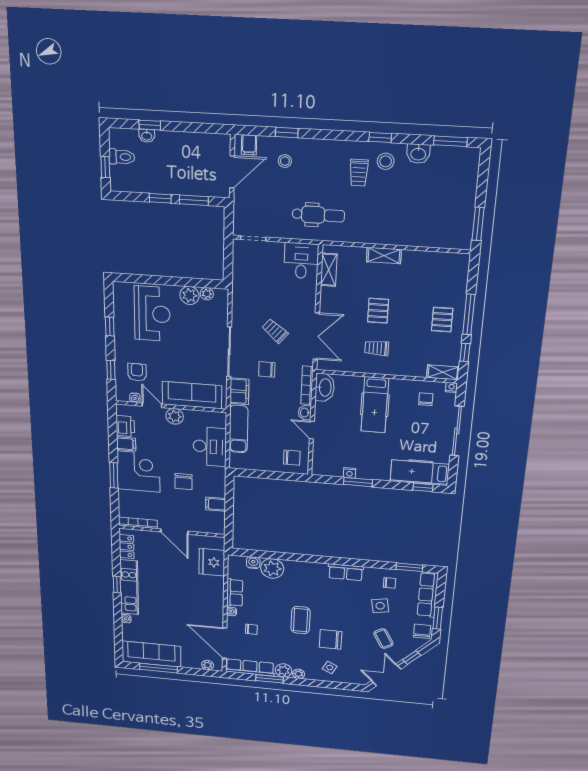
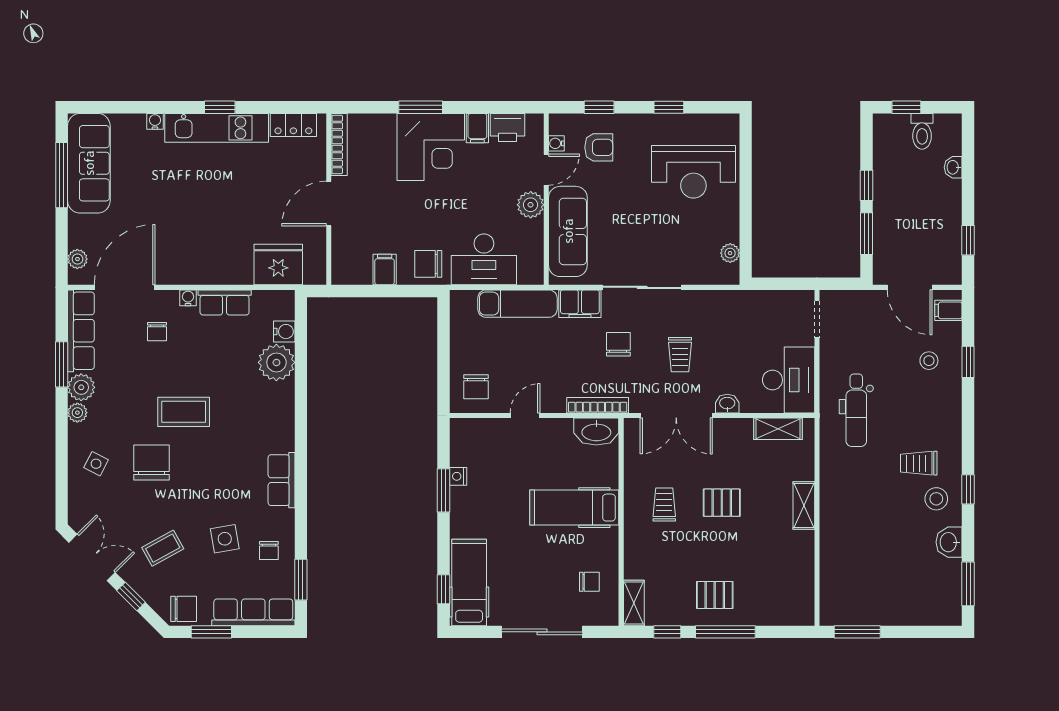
window: (150, 125) -> (968, 240), moved
desk: (301, 261) -> (789, 380), width x1.37
plant: (189, 295) -> (726, 228), removed
trolley: (275, 331) -> (680, 355), turned 140
nightstand: (452, 387) -> (611, 618), removed
washbasin: (305, 413) -> (727, 404), moved
chair: (183, 482) -> (428, 264), moved

